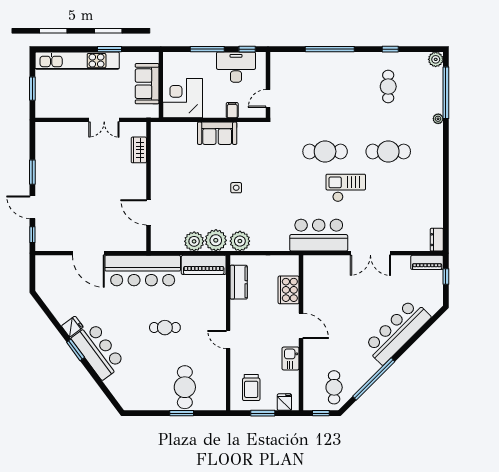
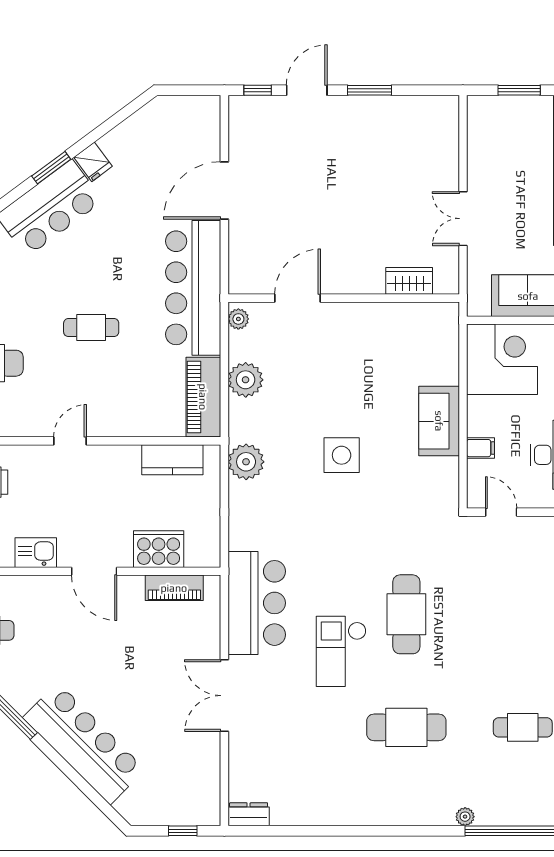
cafe table: (388, 151) -> (406, 727), turned 90
side table: (236, 188) -> (342, 455), width x1.87, depth x1.87
checkout: (346, 188) -> (341, 651), turned 180
plant: (216, 240) -> (238, 319), moved, width x0.53, depth x0.53
piano: (427, 262) -> (174, 588), moved, turned -90
door: (301, 326) -> (94, 571), hinge flipped
cafe table: (165, 328) -> (91, 328), turned 90

